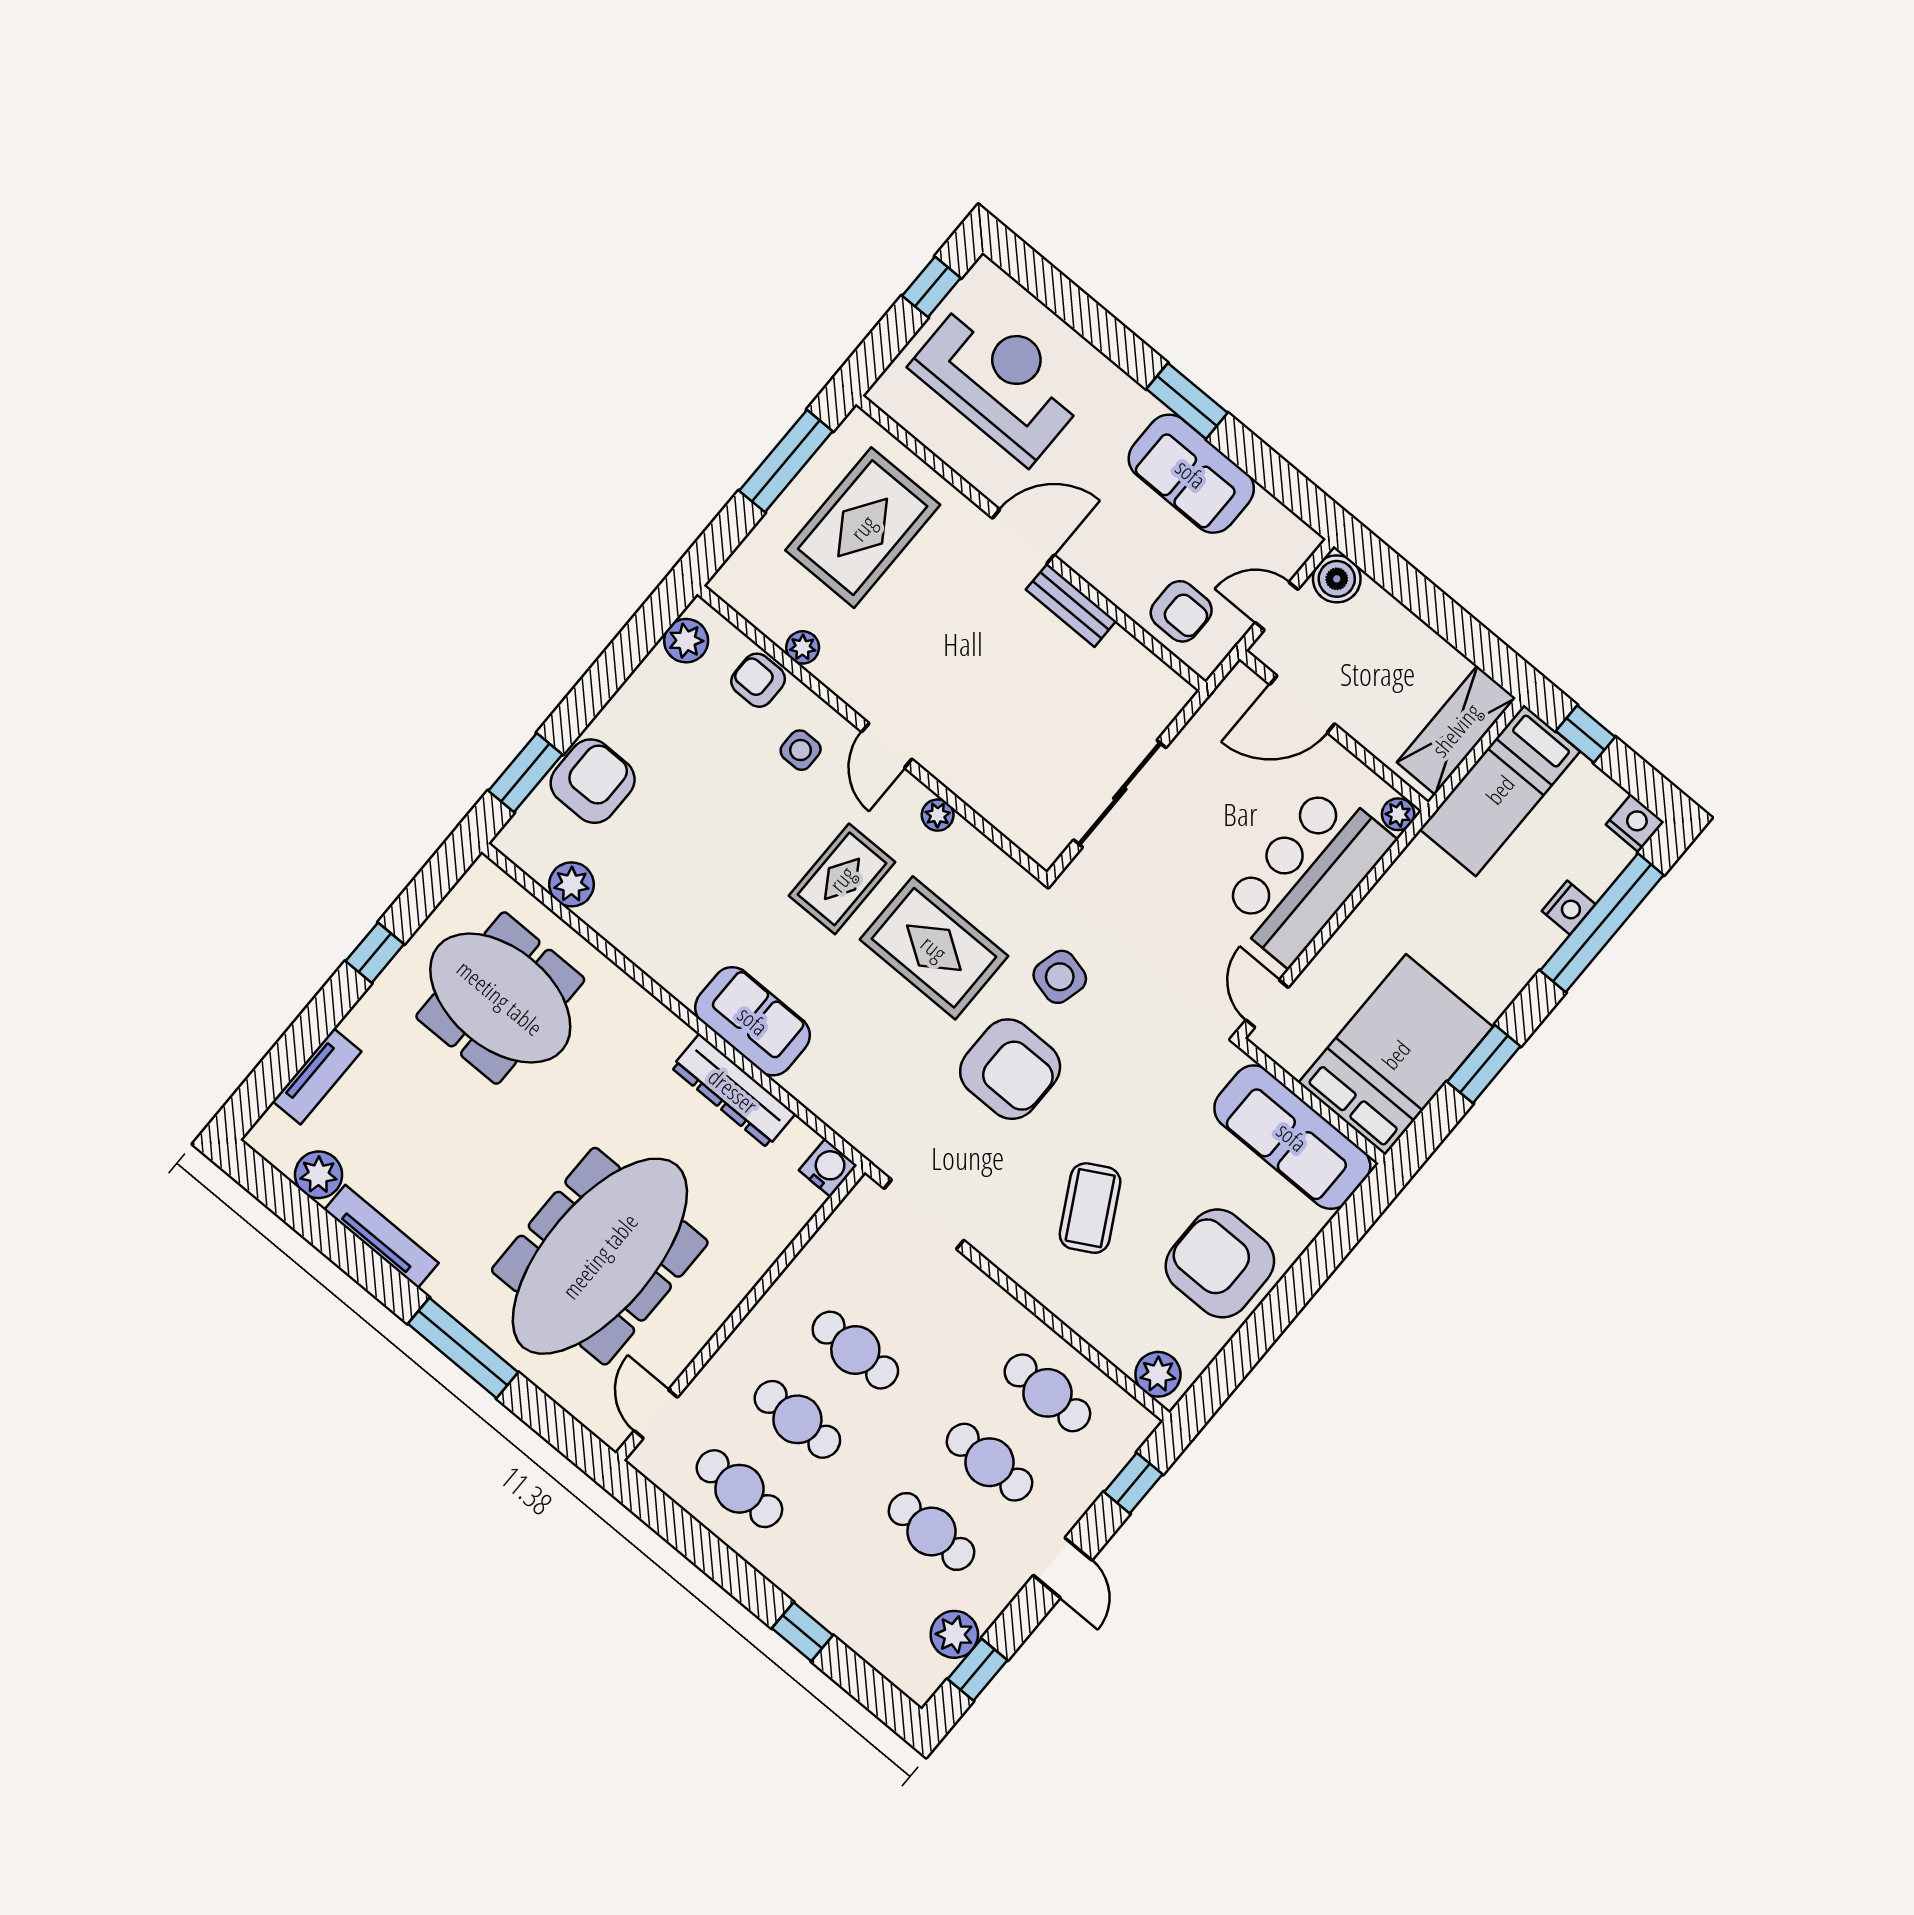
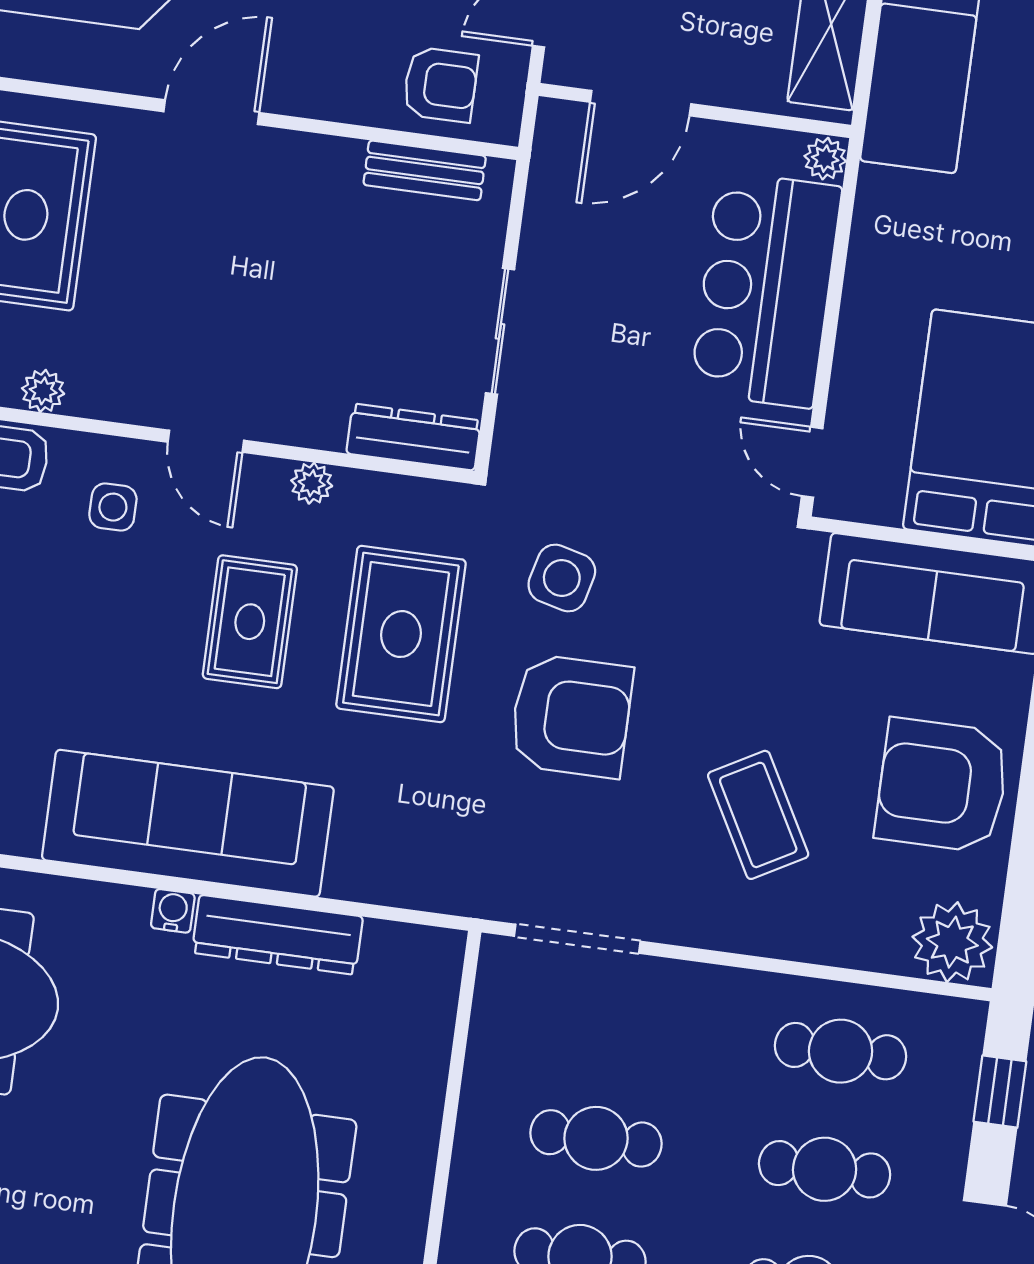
bench: (1071, 605) -> (425, 170), moved
sliding door: (1120, 794) -> (500, 331), width x0.73
dresser: (1022, 827) -> (414, 437), added
rug: (934, 948) -> (401, 634), turned 90
sofa: (753, 1021) -> (188, 823), width x1.85, depth x1.27
water cooler: (828, 1168) -> (173, 911), moved, width x0.72, depth x0.72
plant: (1158, 1374) -> (952, 942), width x1.36, depth x1.36

